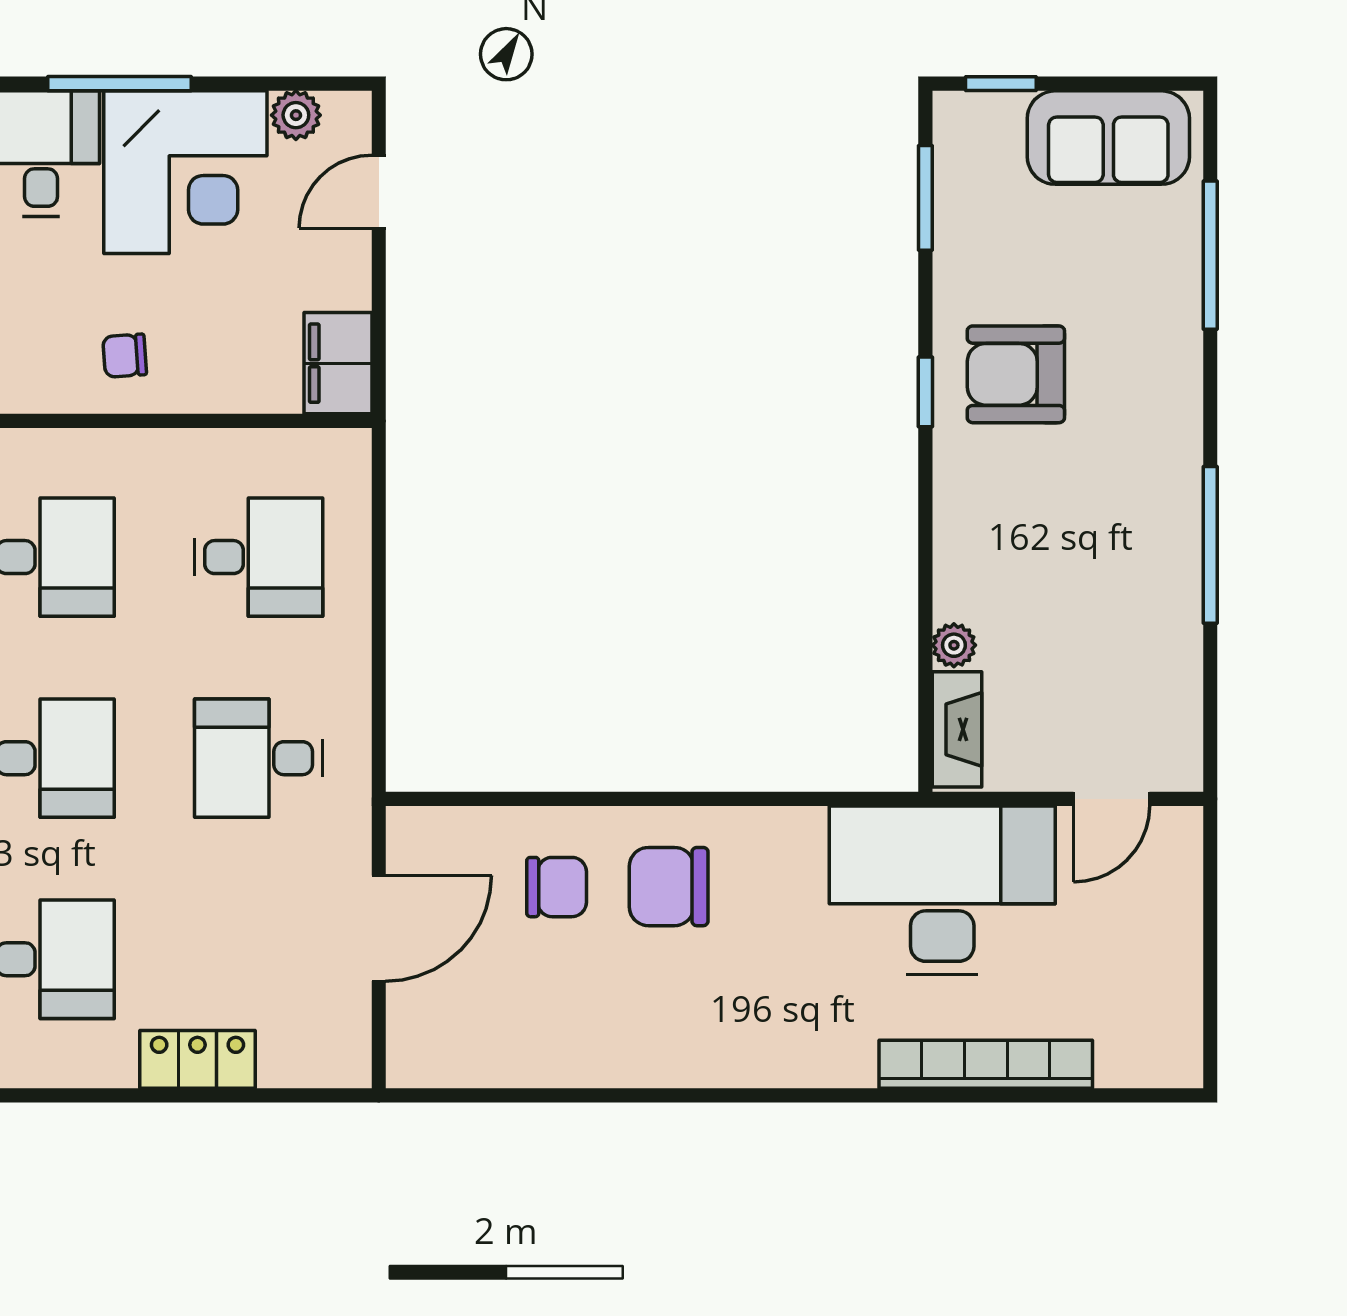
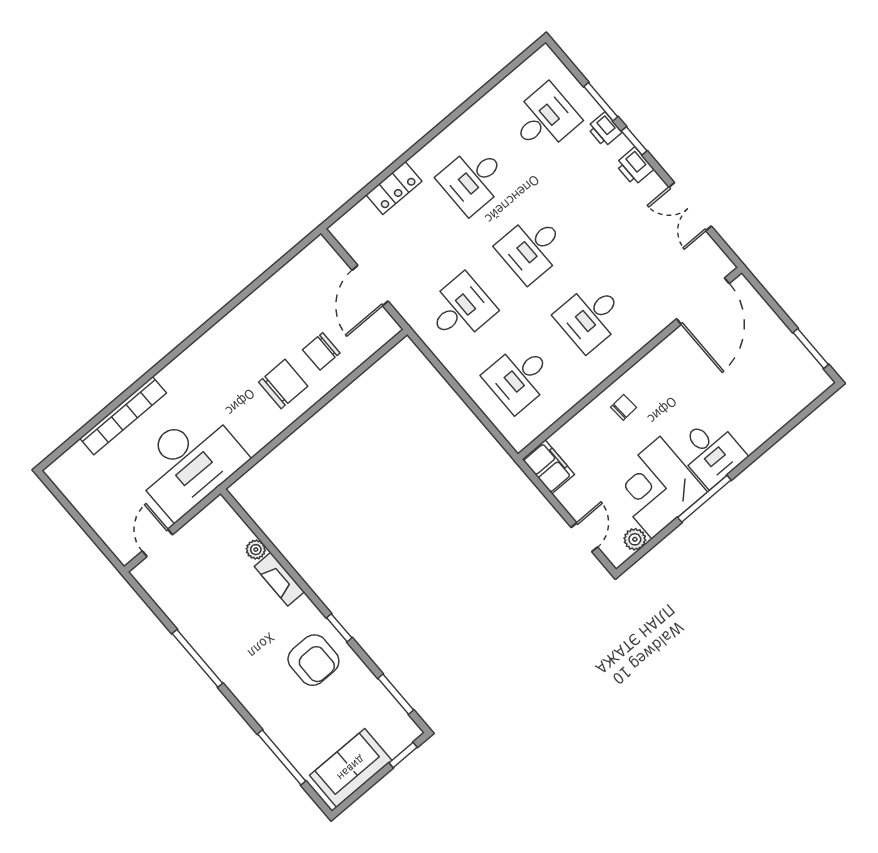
armchair: (1016, 374) -> (313, 660), turned 90
fireplace: (957, 729) -> (279, 579), moved

